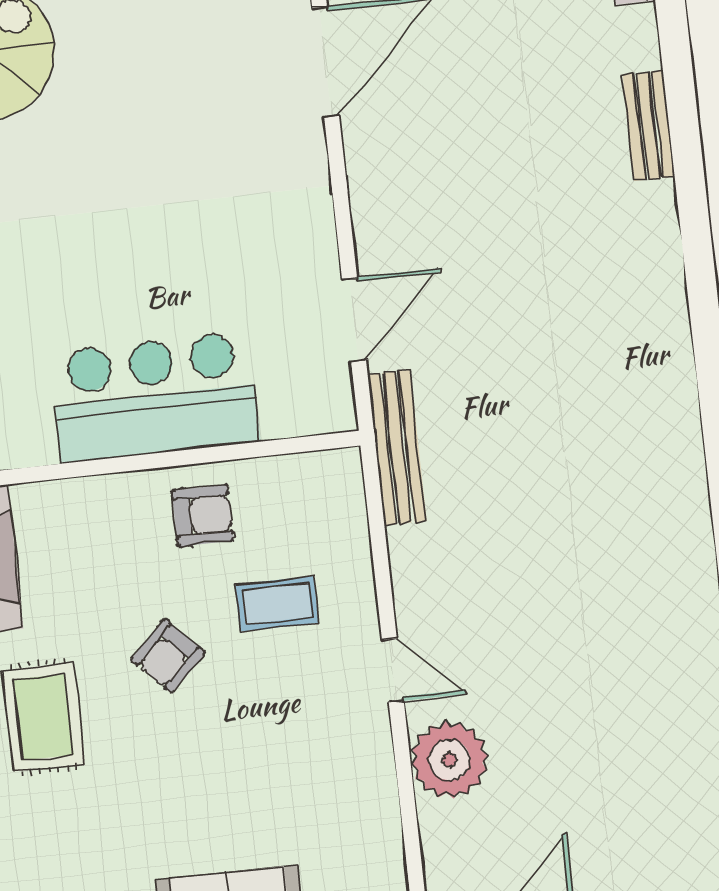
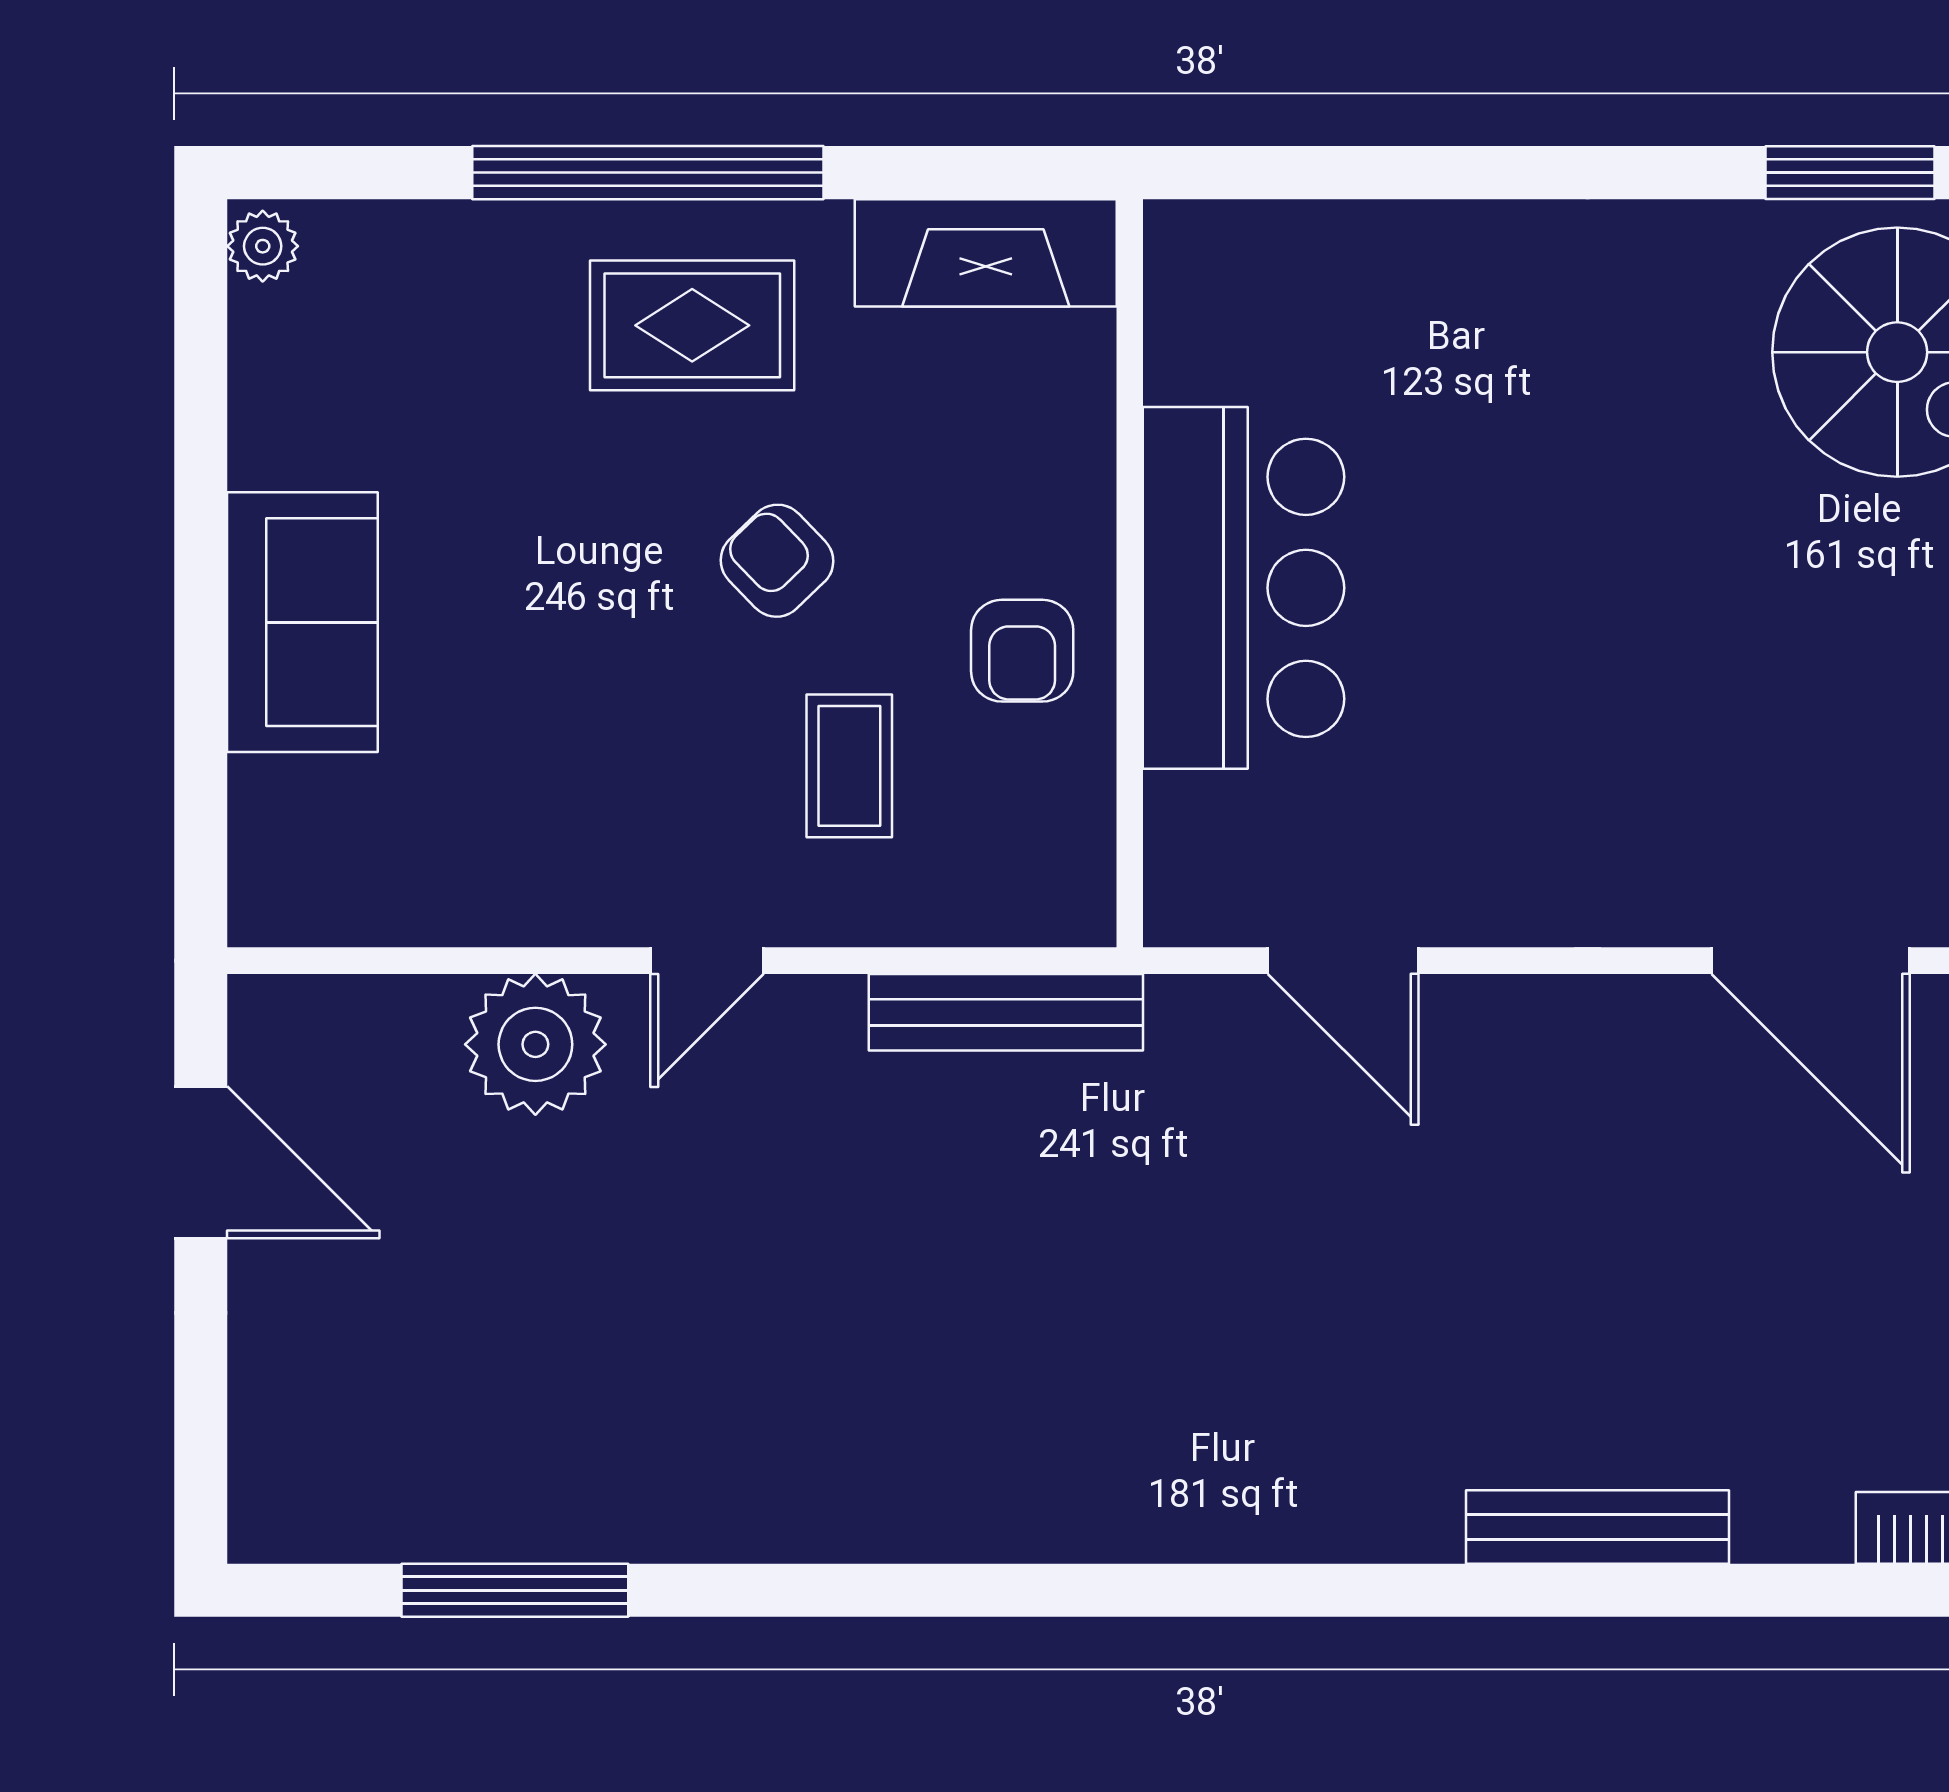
bench: (649, 126) -> (1597, 1527), width x1.36
bench: (397, 448) -> (1006, 1012), moved

